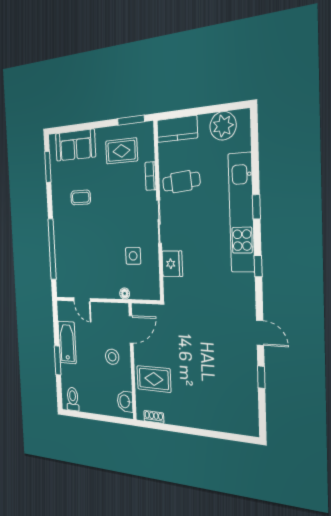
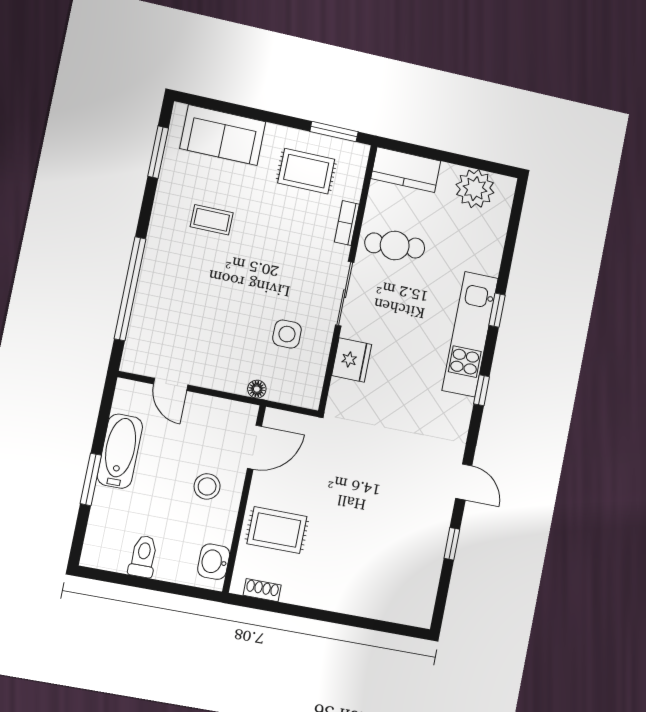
kitchen unit: (241, 213) -> (470, 334), width x0.73
toilet: (73, 399) -> (143, 556), moved

